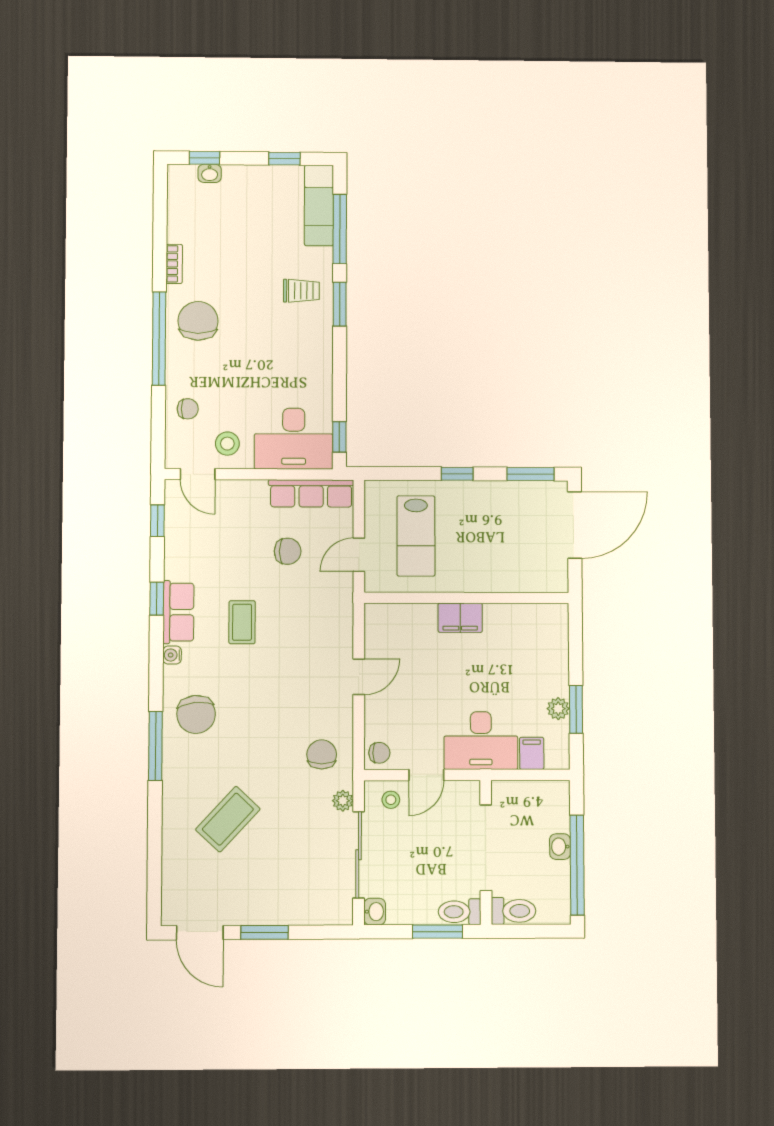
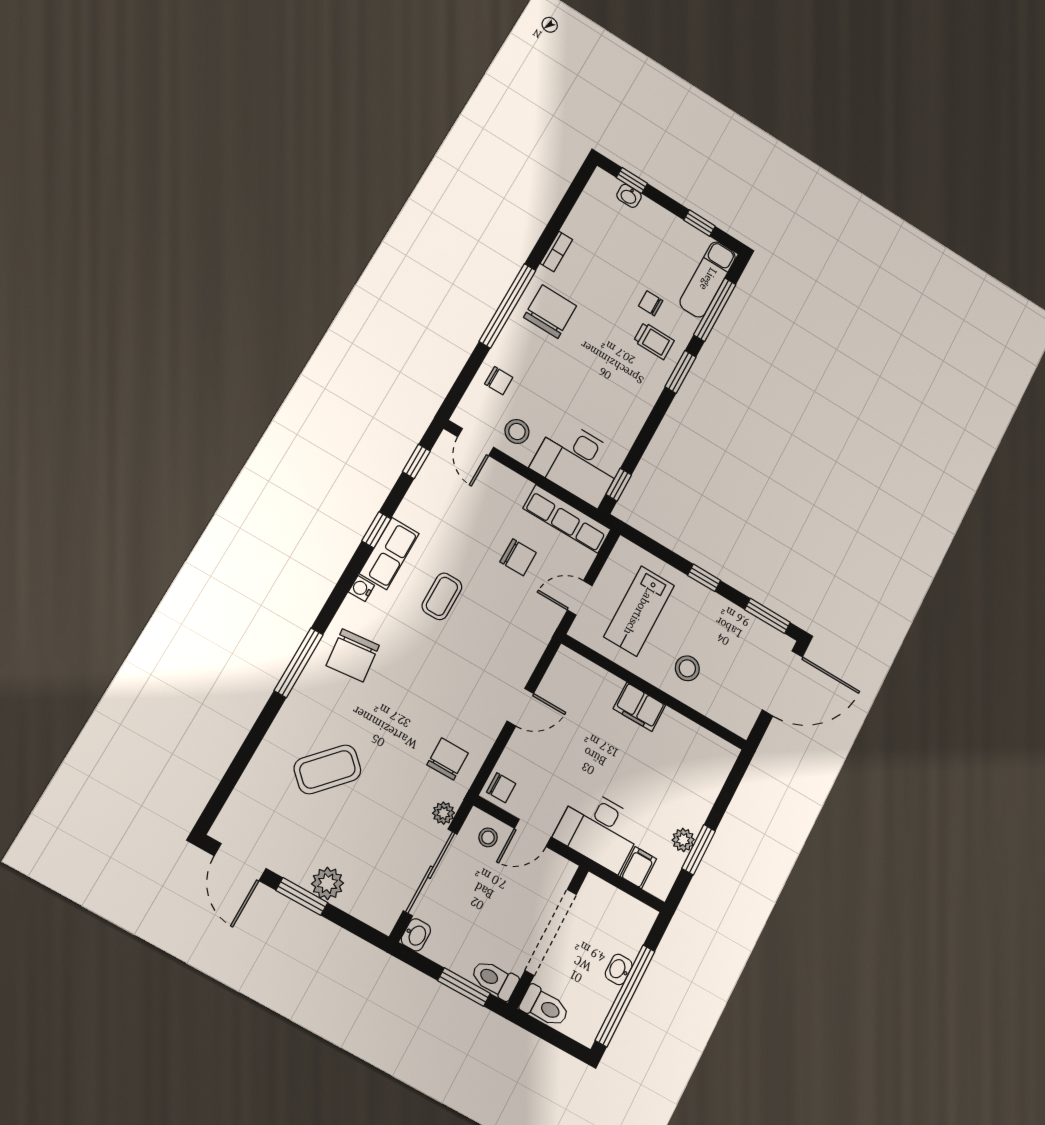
chair: (281, 259) -> (651, 303), added
stool: (484, 561) -> (687, 668), added
plant: (280, 910) -> (328, 883), added

